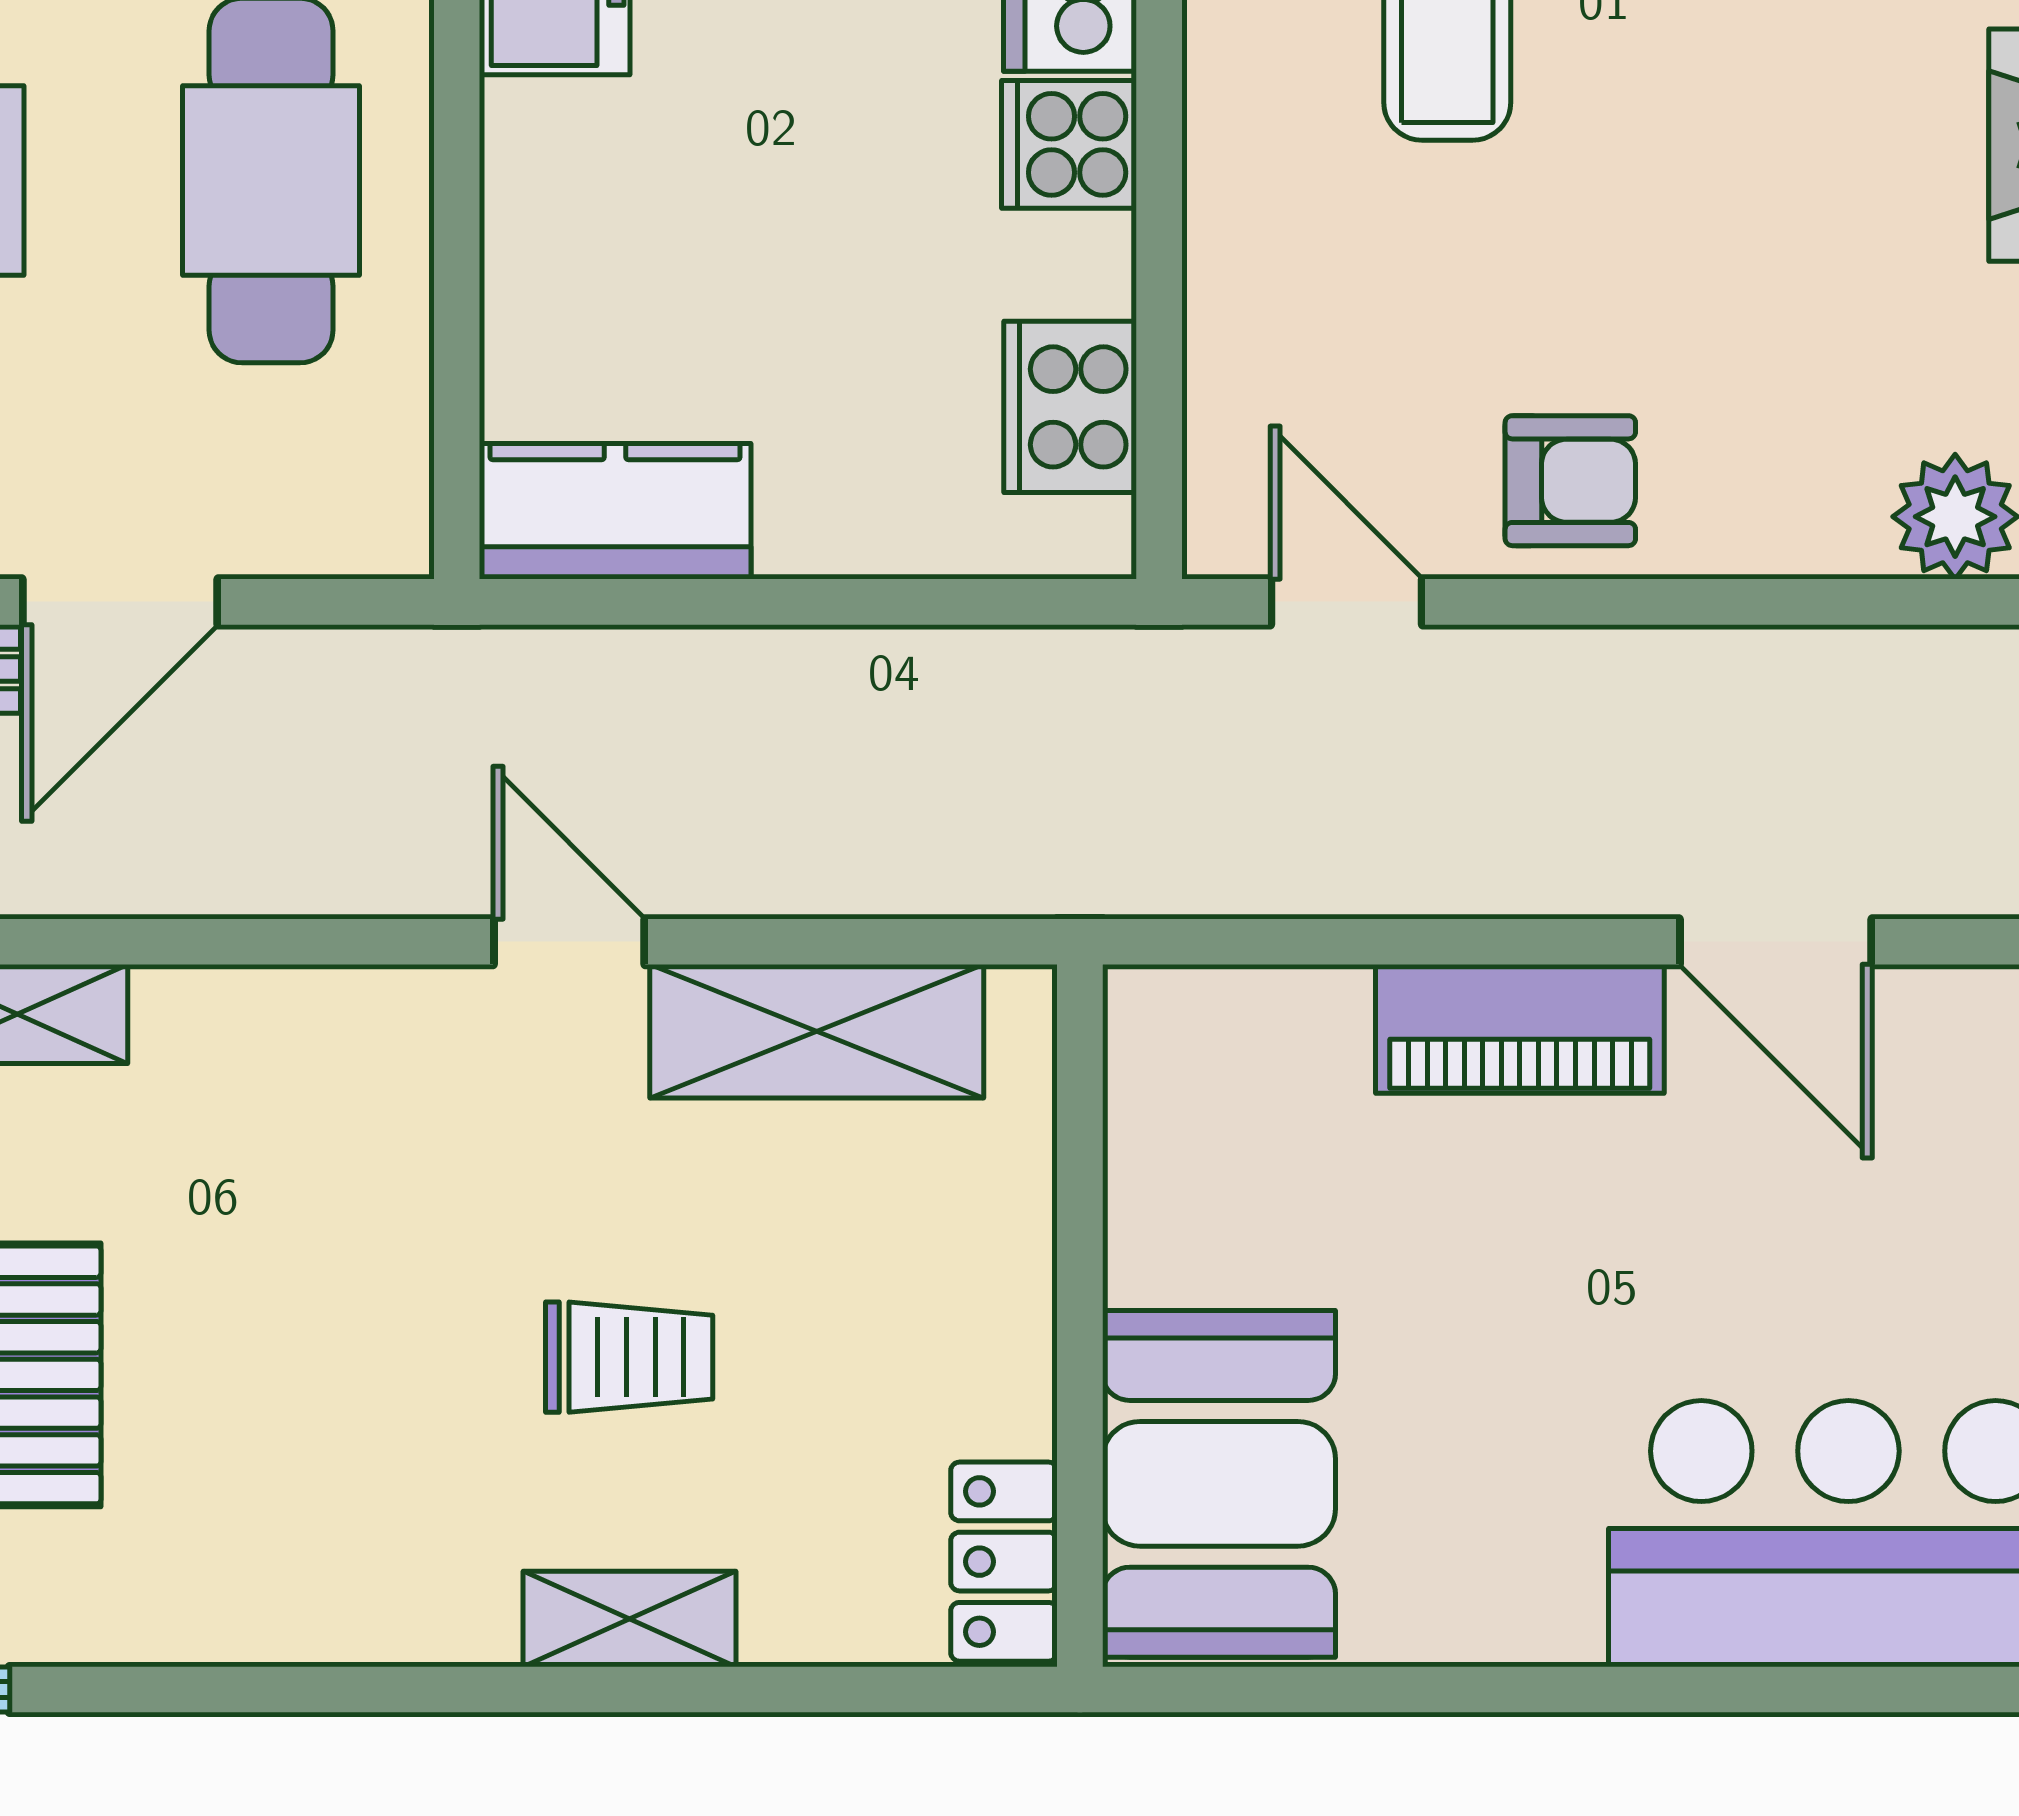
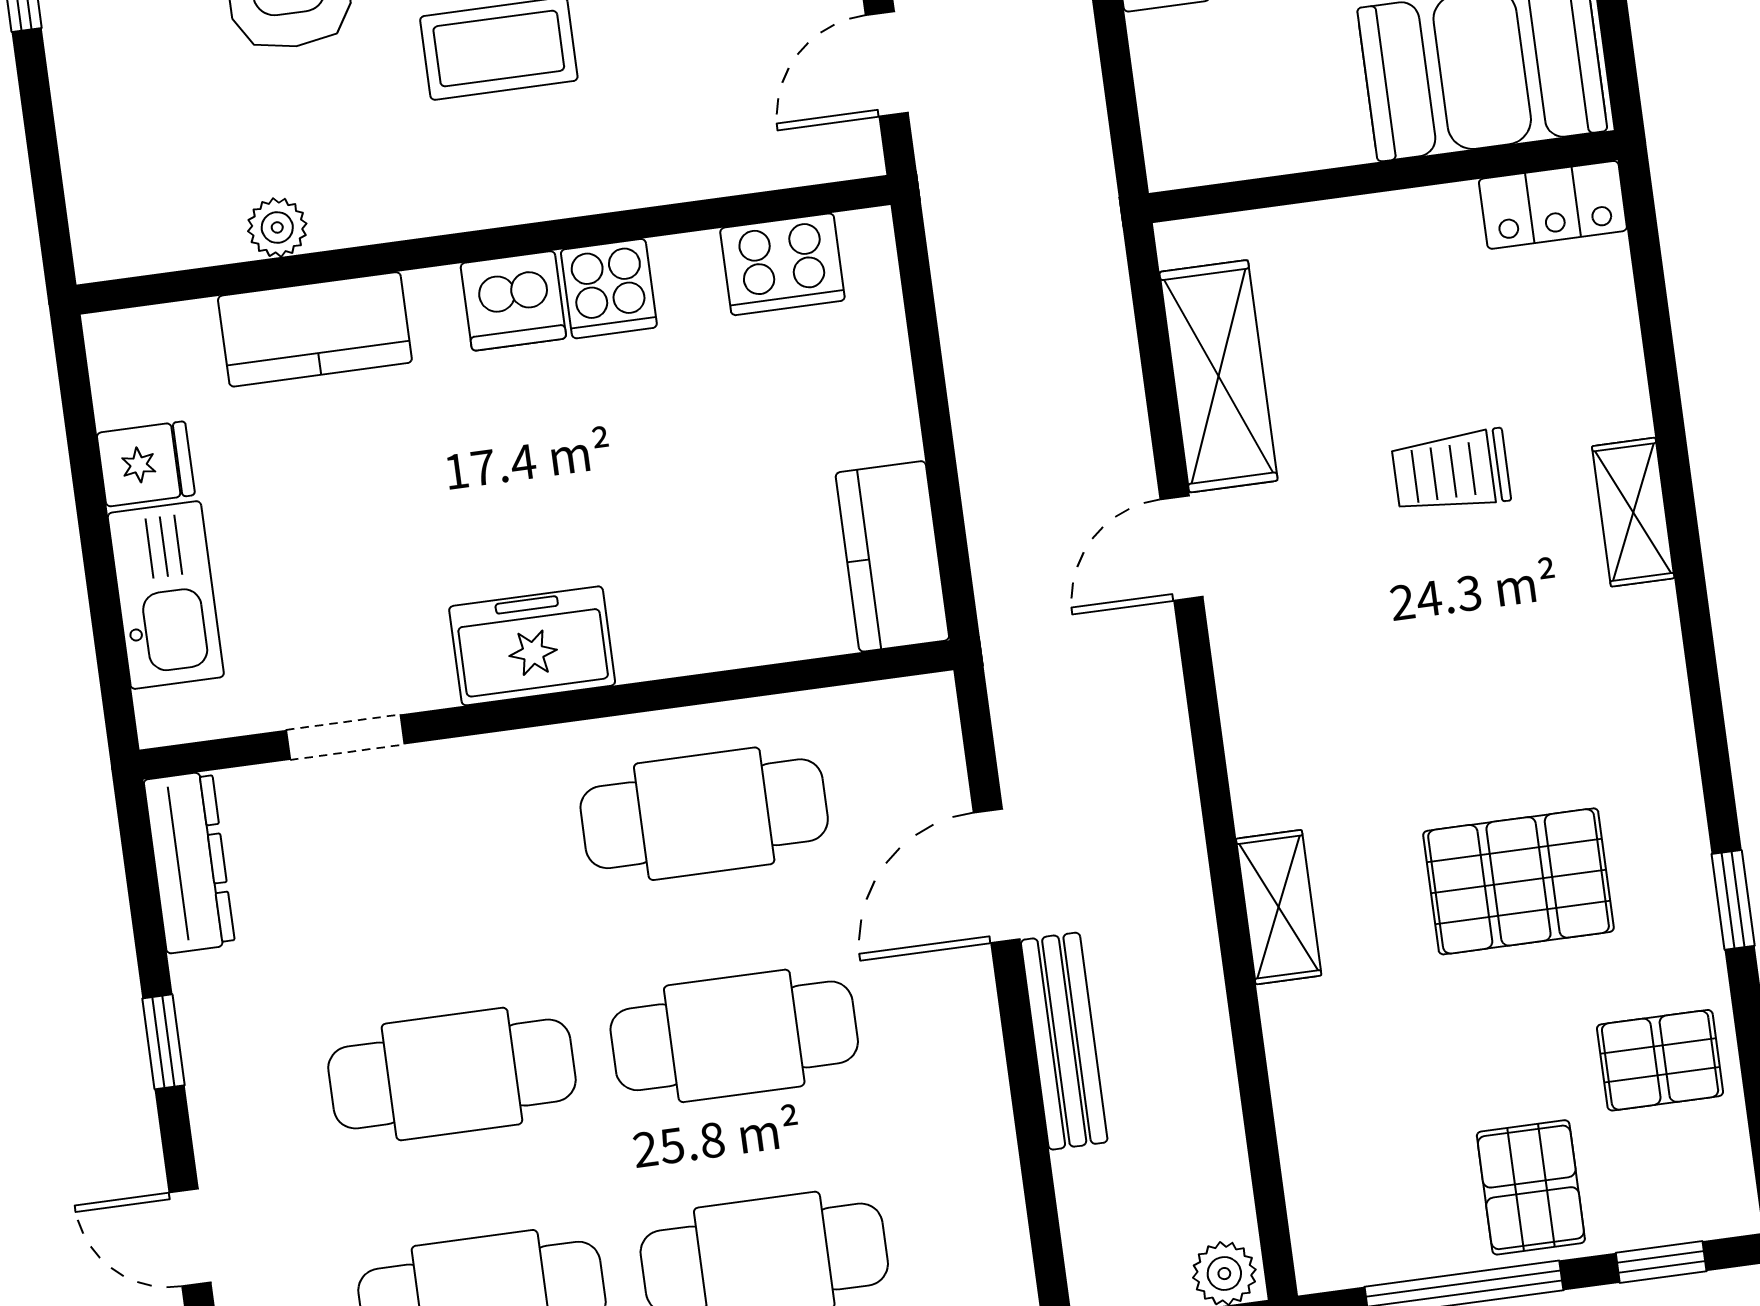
door: (120, 602) -> (997, 876), swing flipped
trolley: (629, 1357) -> (1451, 471), turned -90
shelving: (629, 1619) -> (1633, 512), moved

